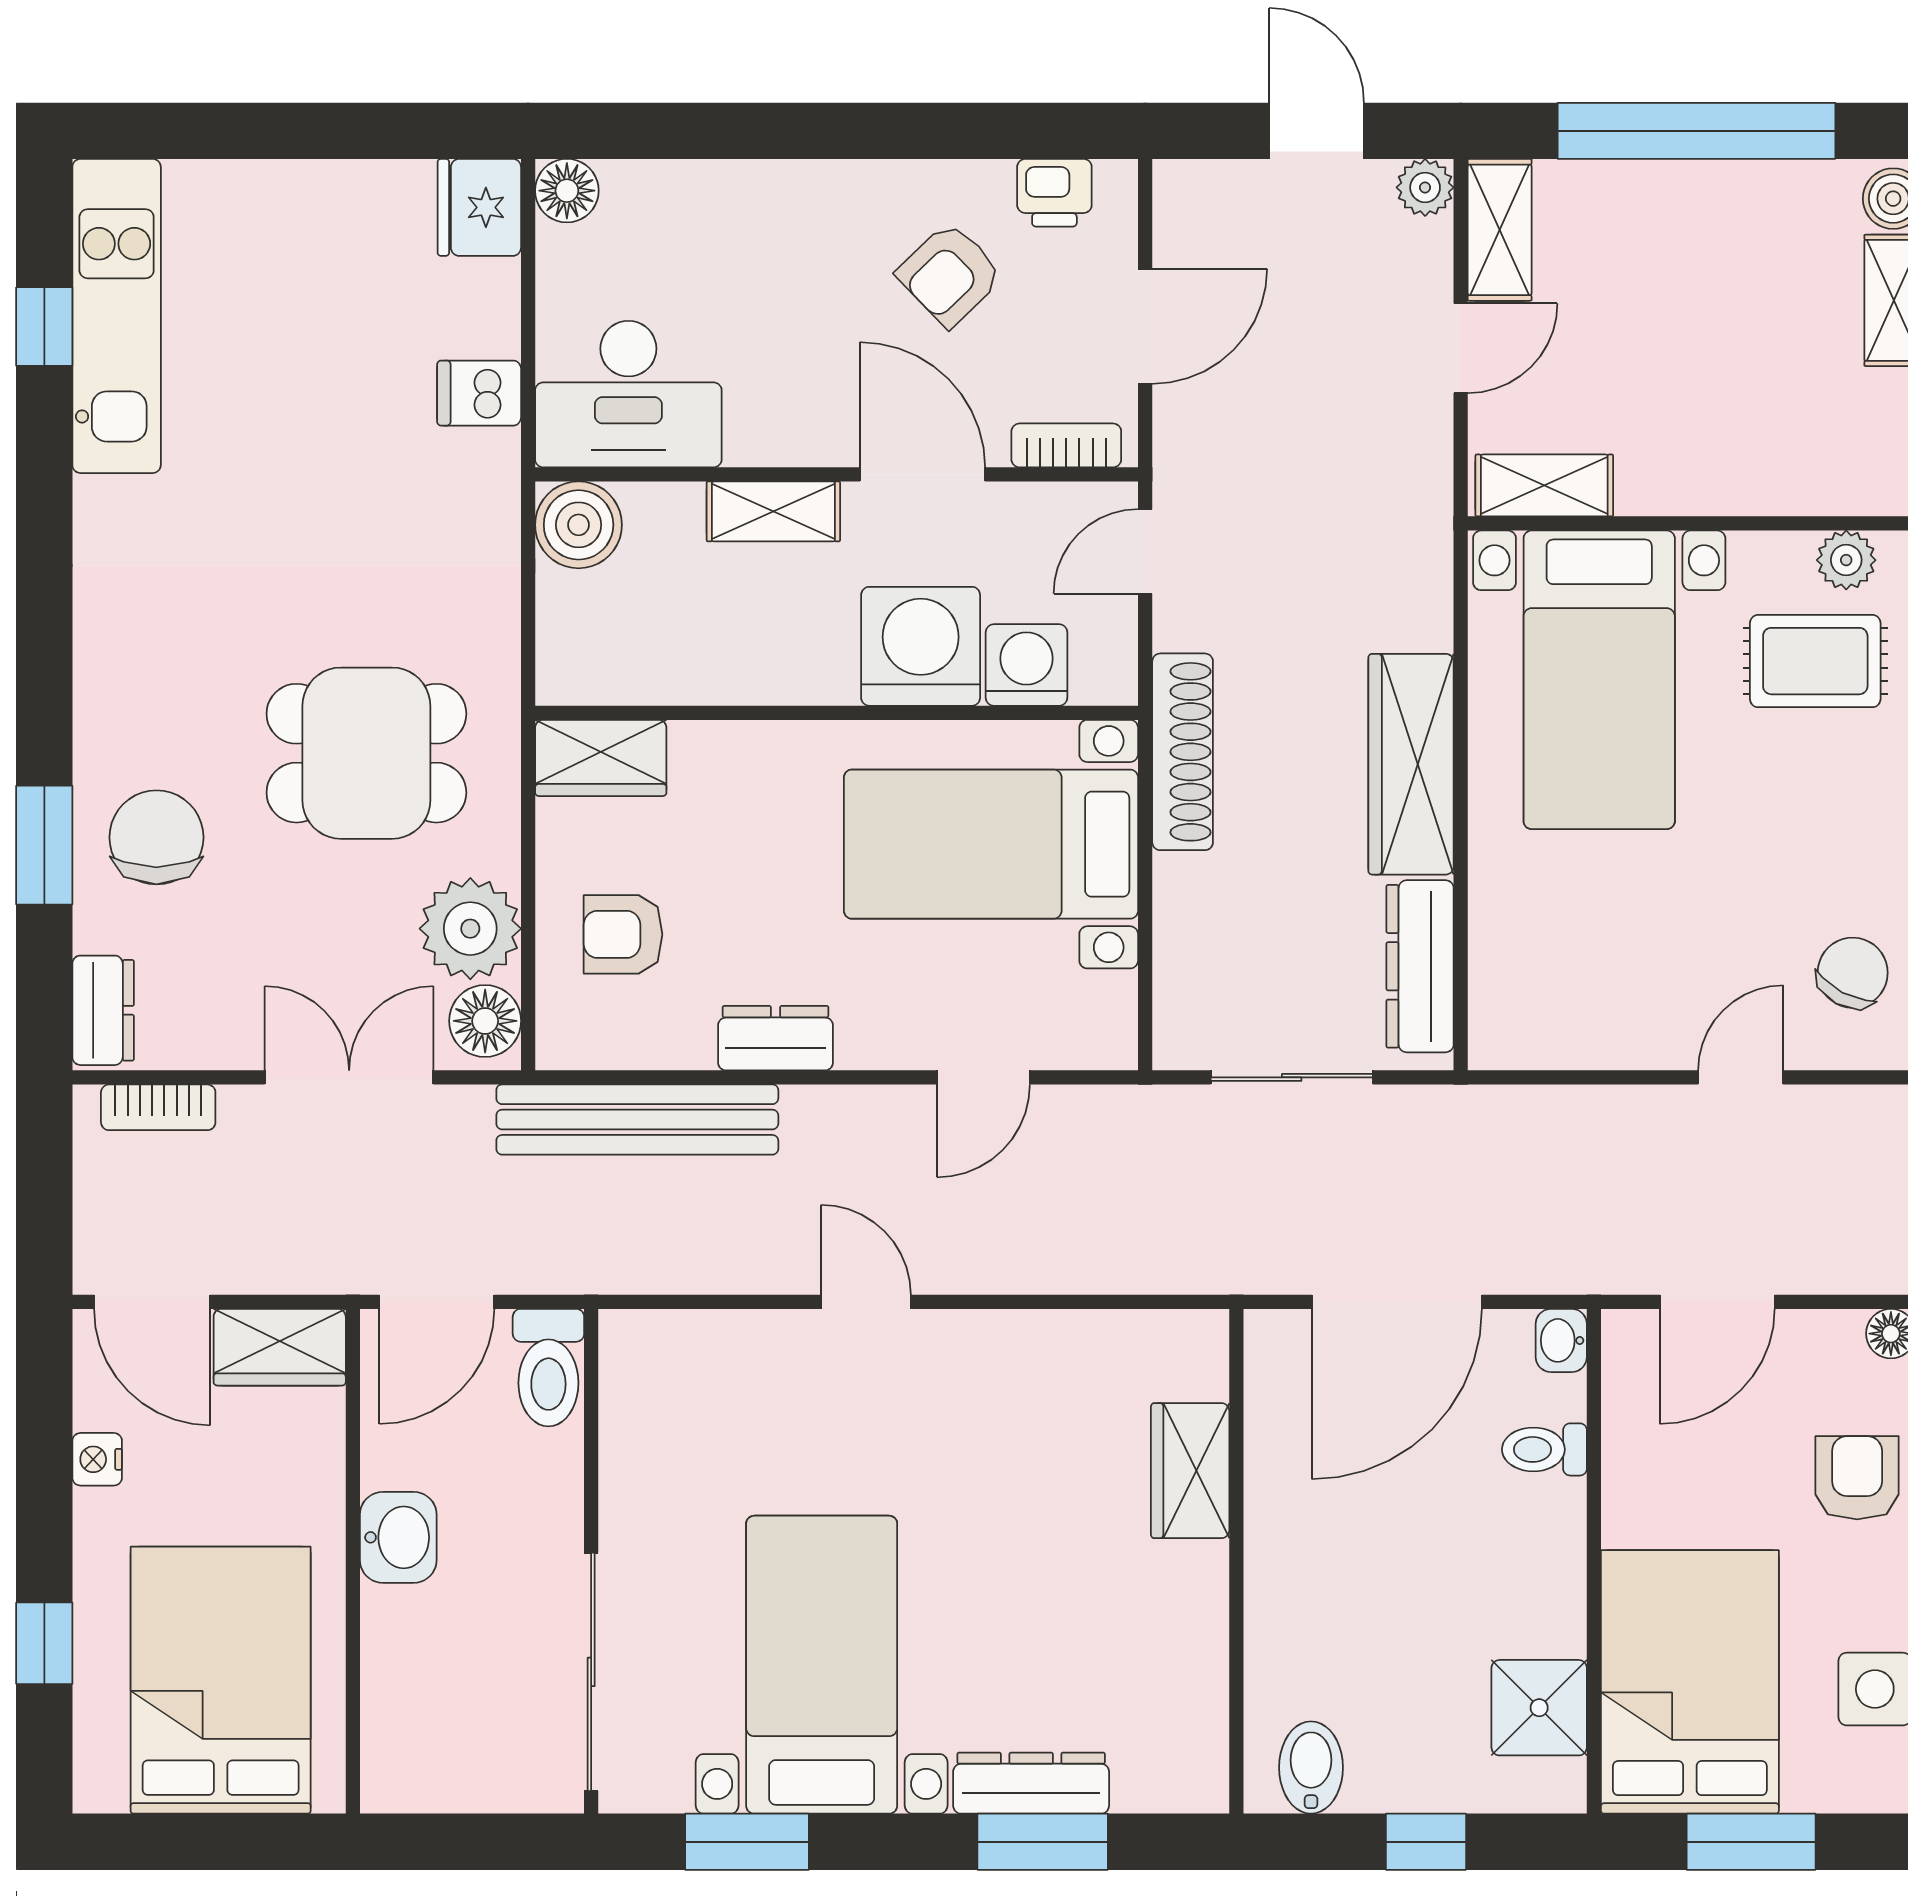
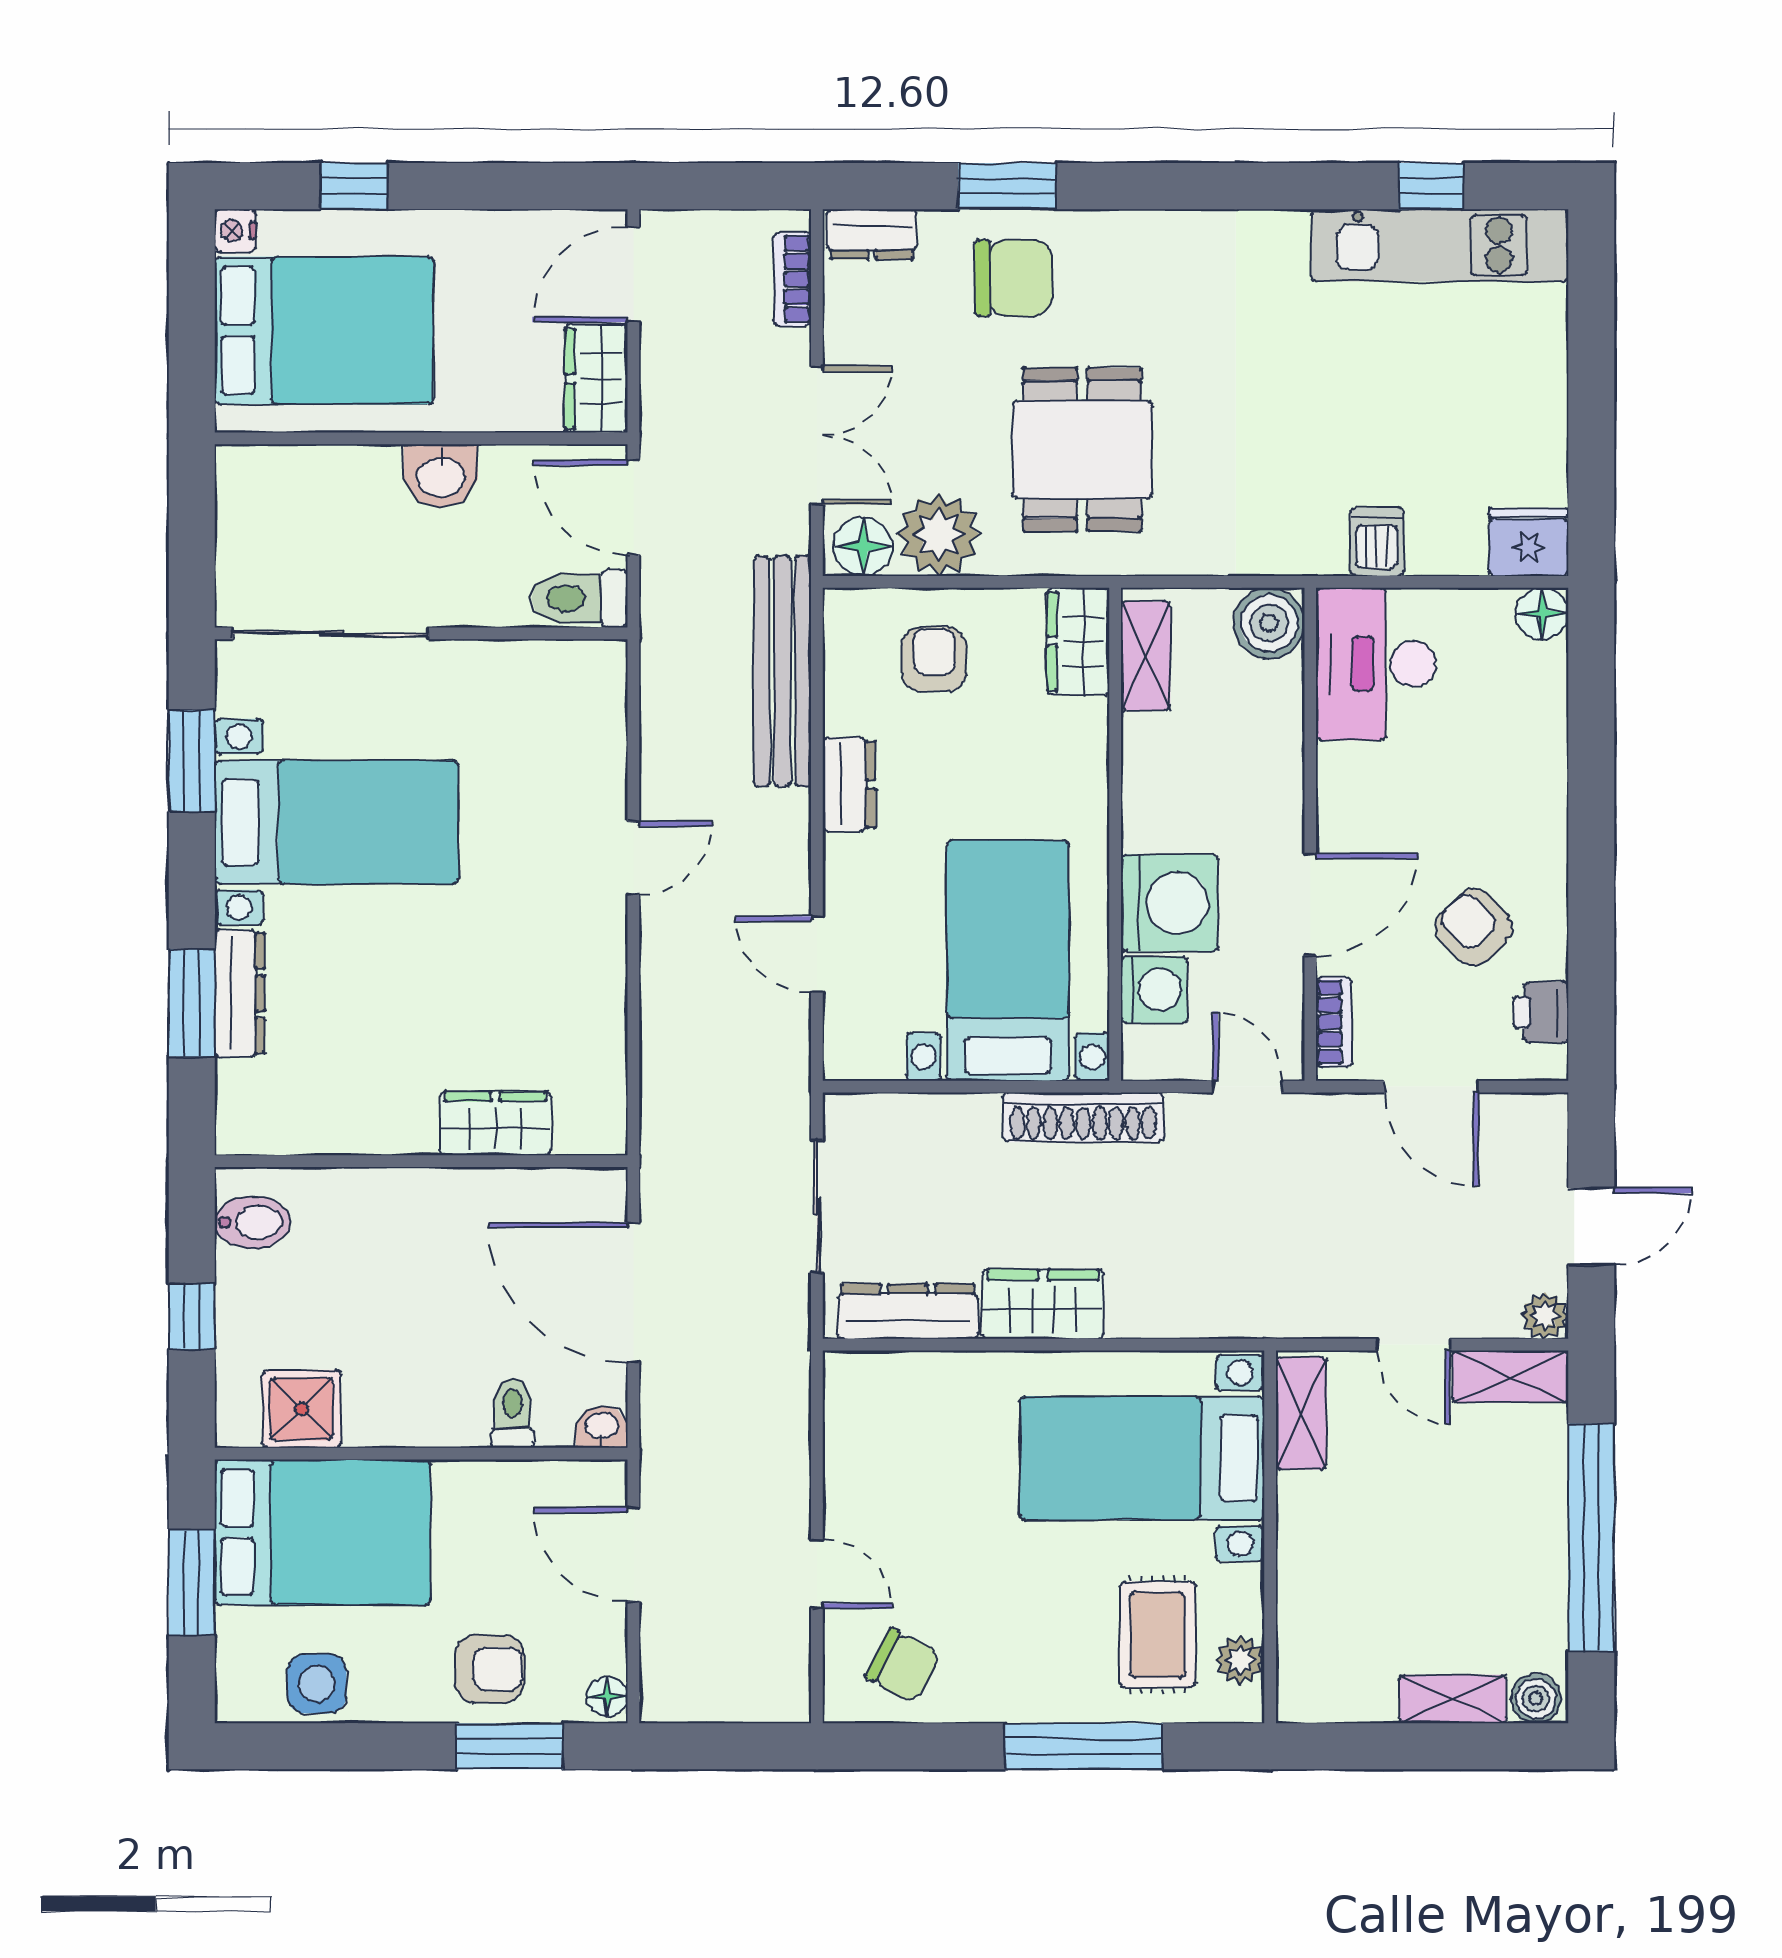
shelving: (773, 511) -> (1146, 656), moved
wardrobe: (1411, 764) -> (1043, 1304), width x0.67
nightstand: (97, 1459) -> (235, 231), moved, turned -90

